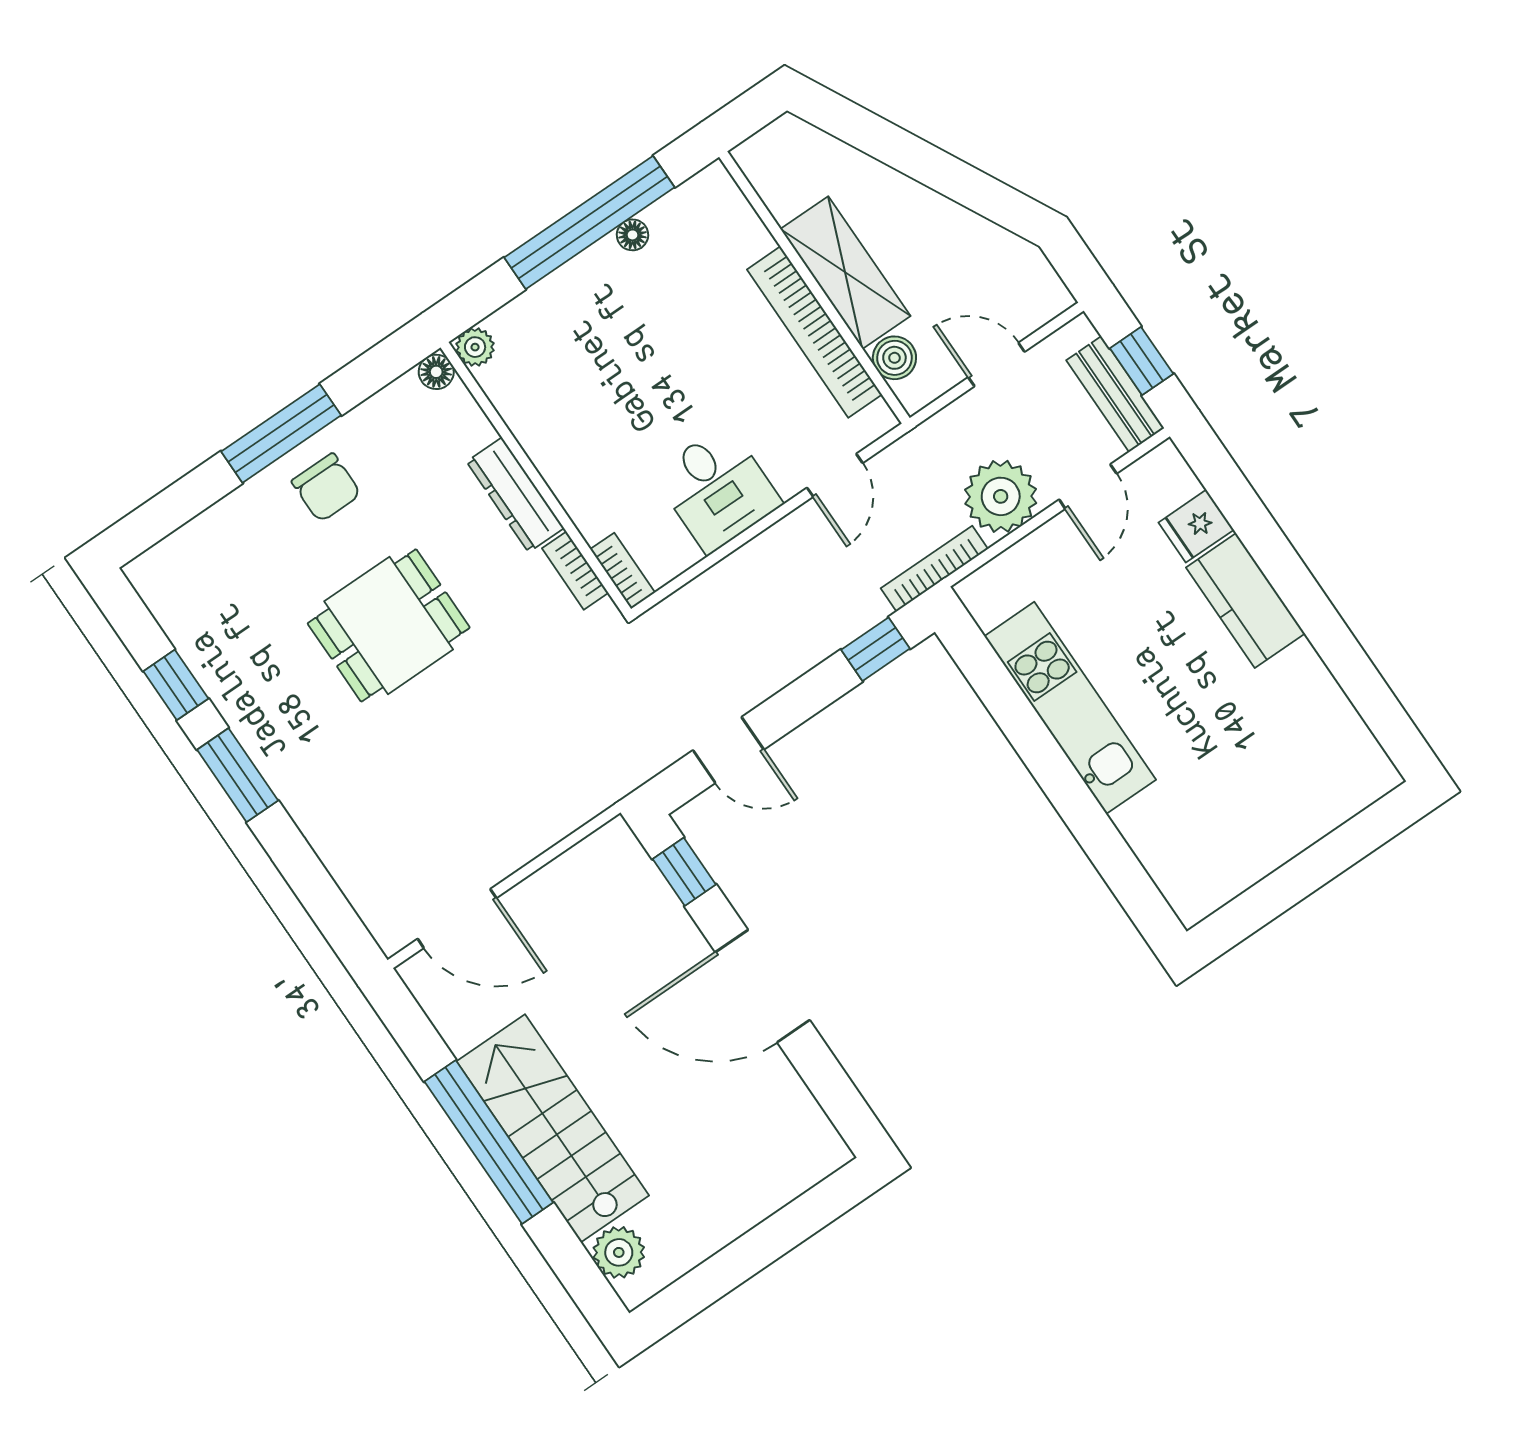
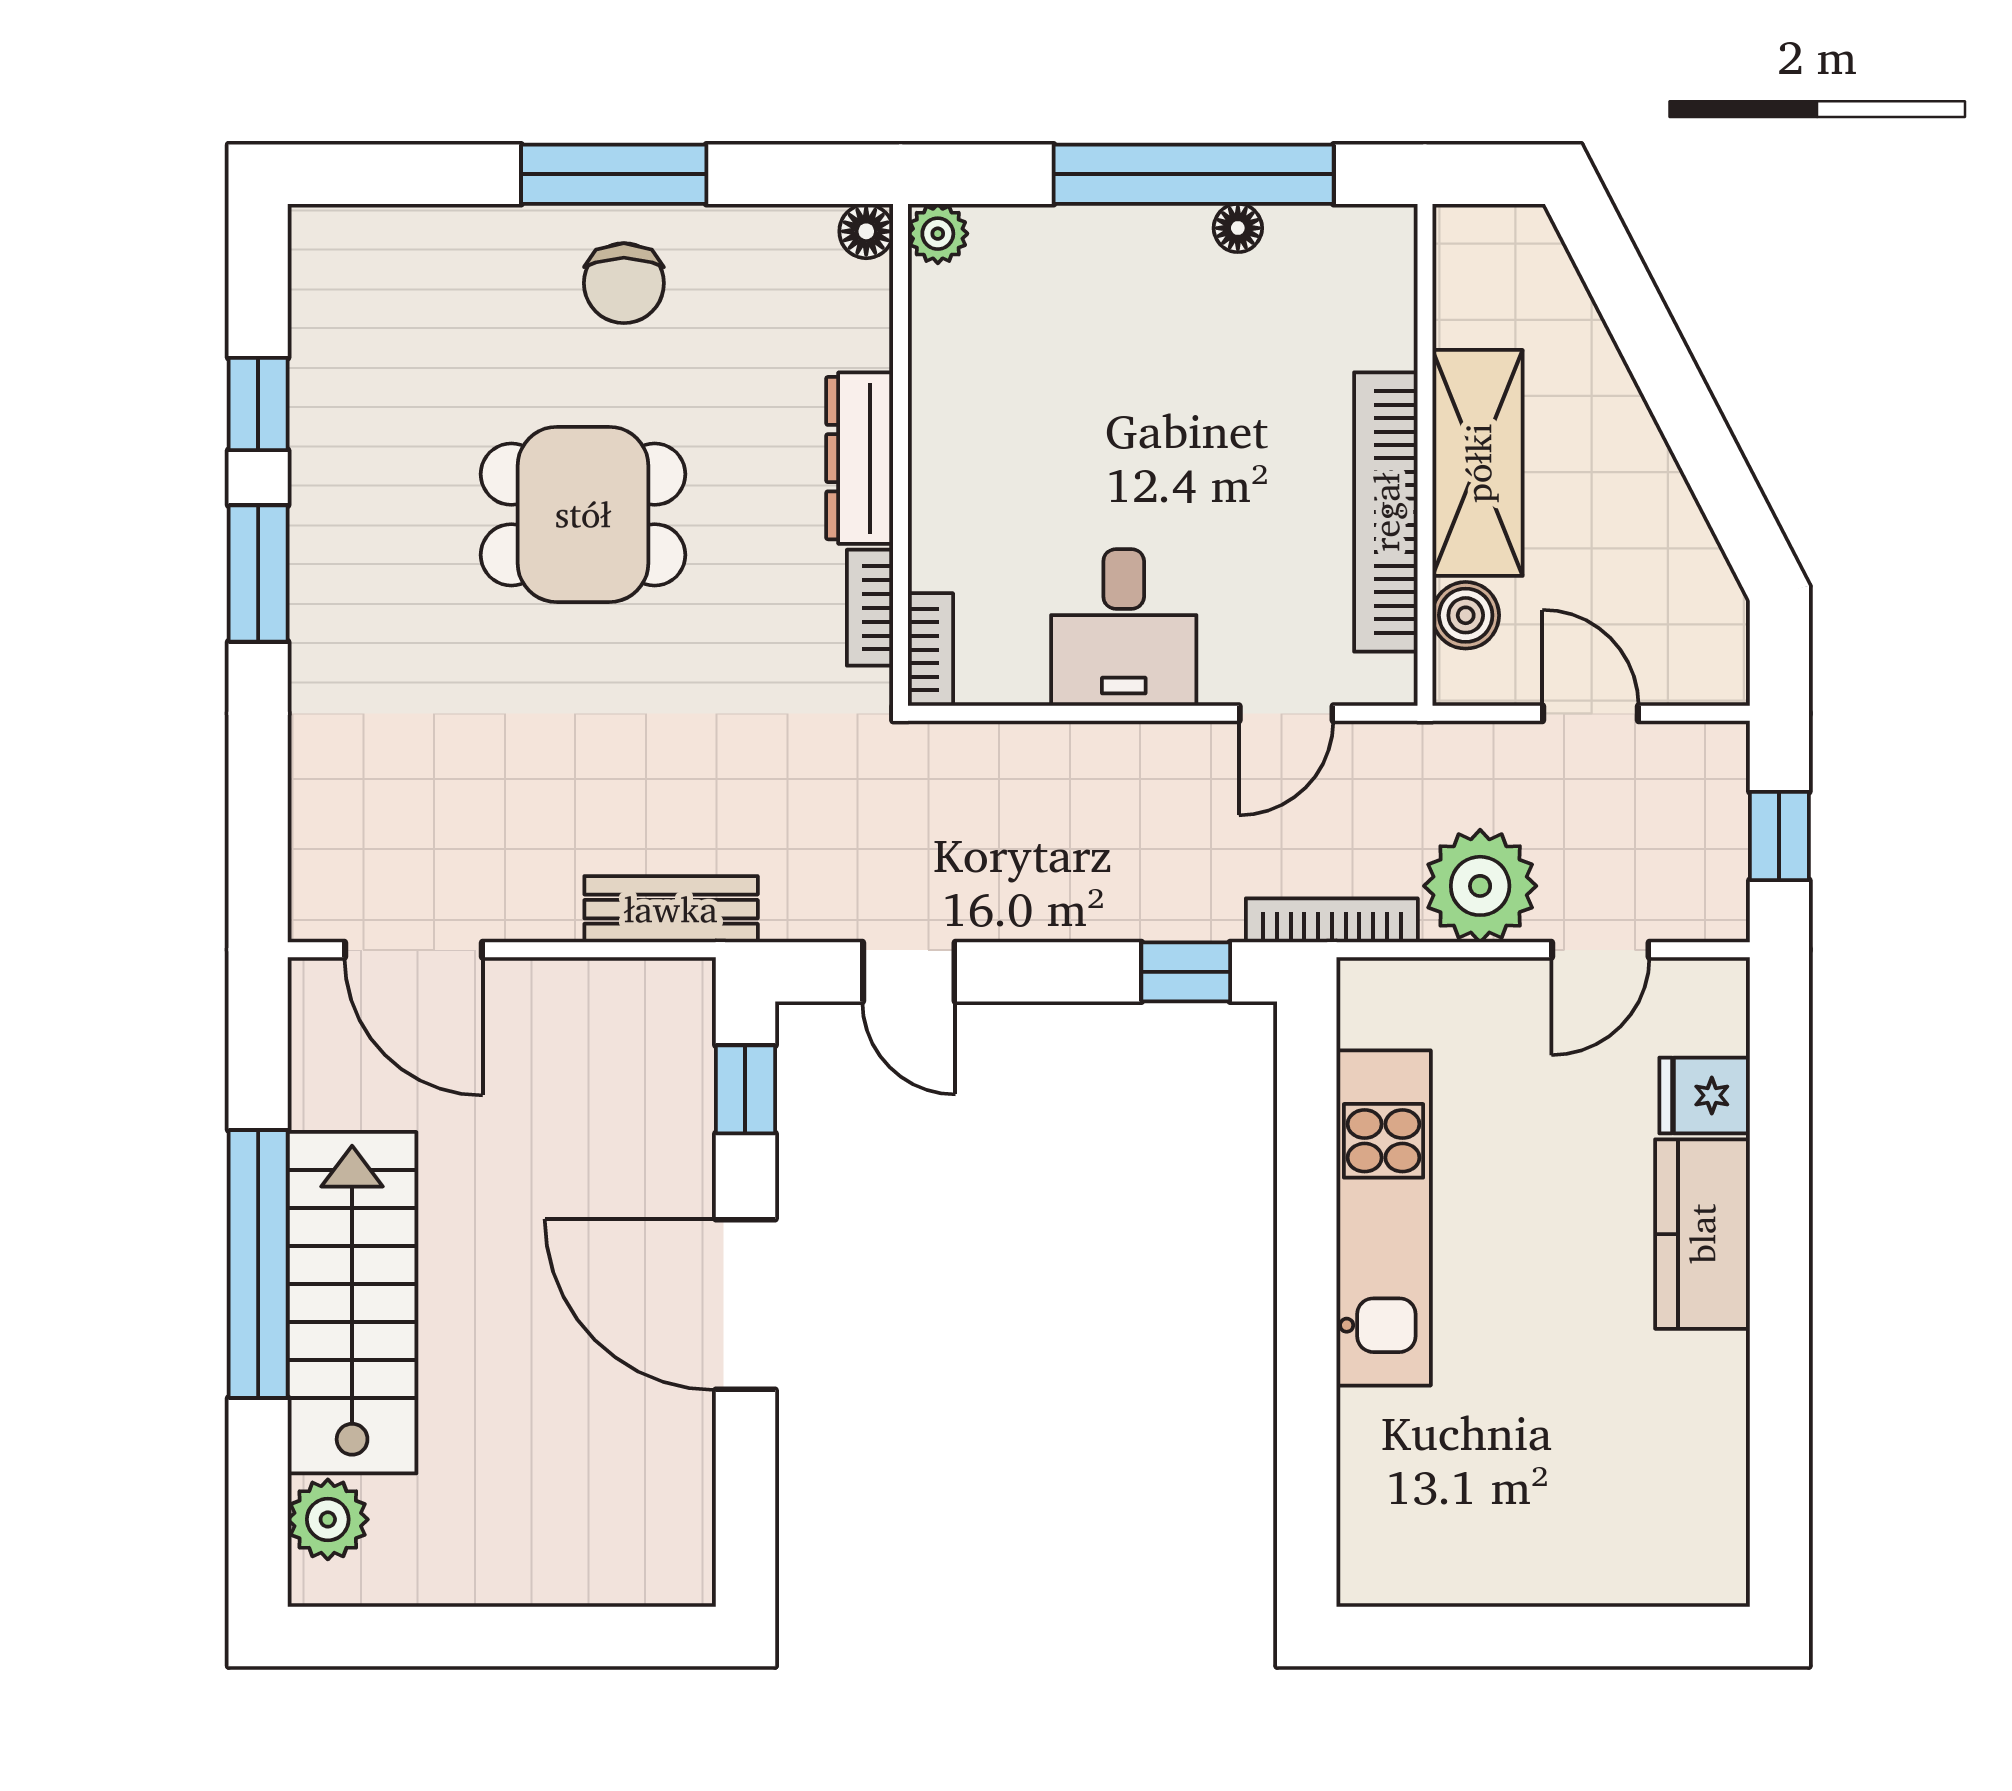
bench: (1115, 394) -> (671, 909), moved, turned 90

